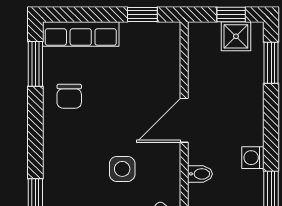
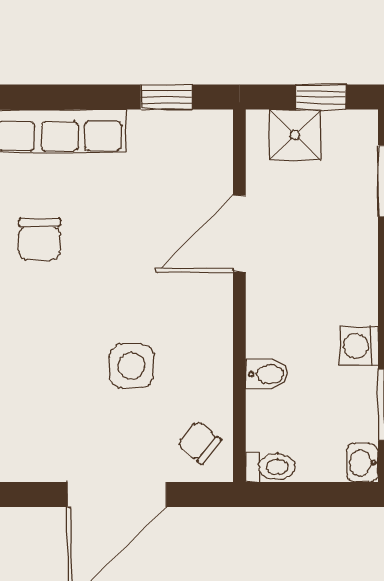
shower: (236, 36) -> (295, 135), moved
door: (184, 120) -> (239, 234), moved

